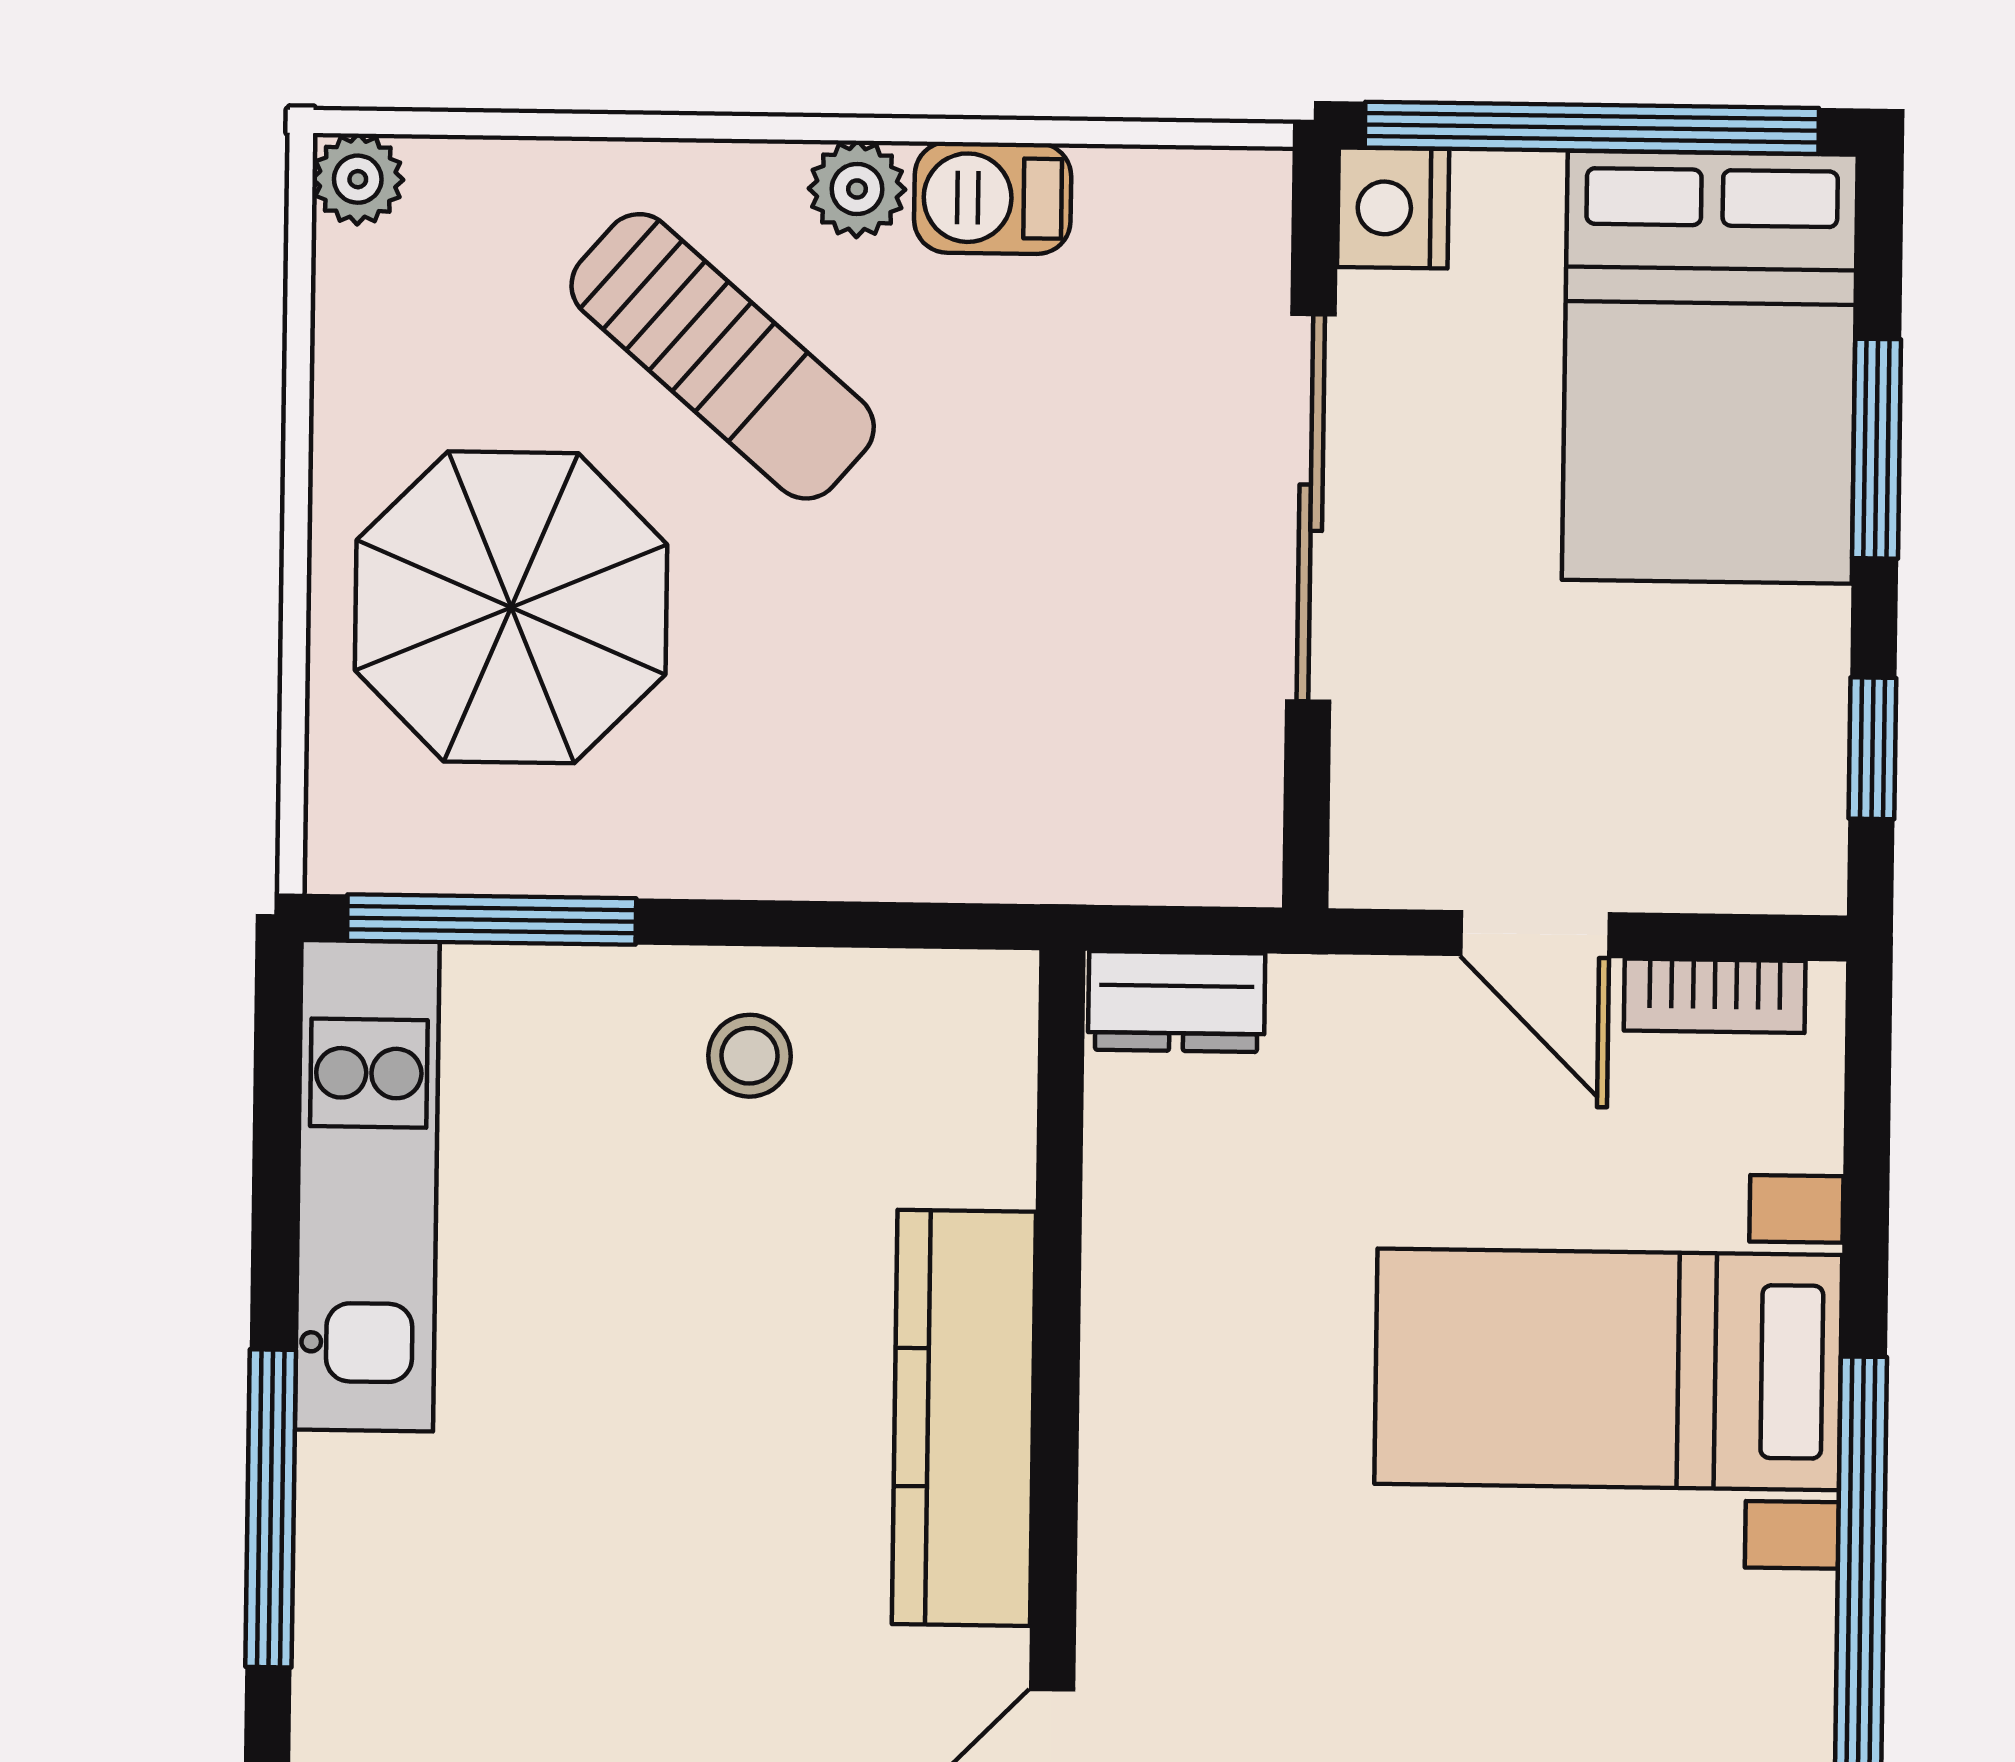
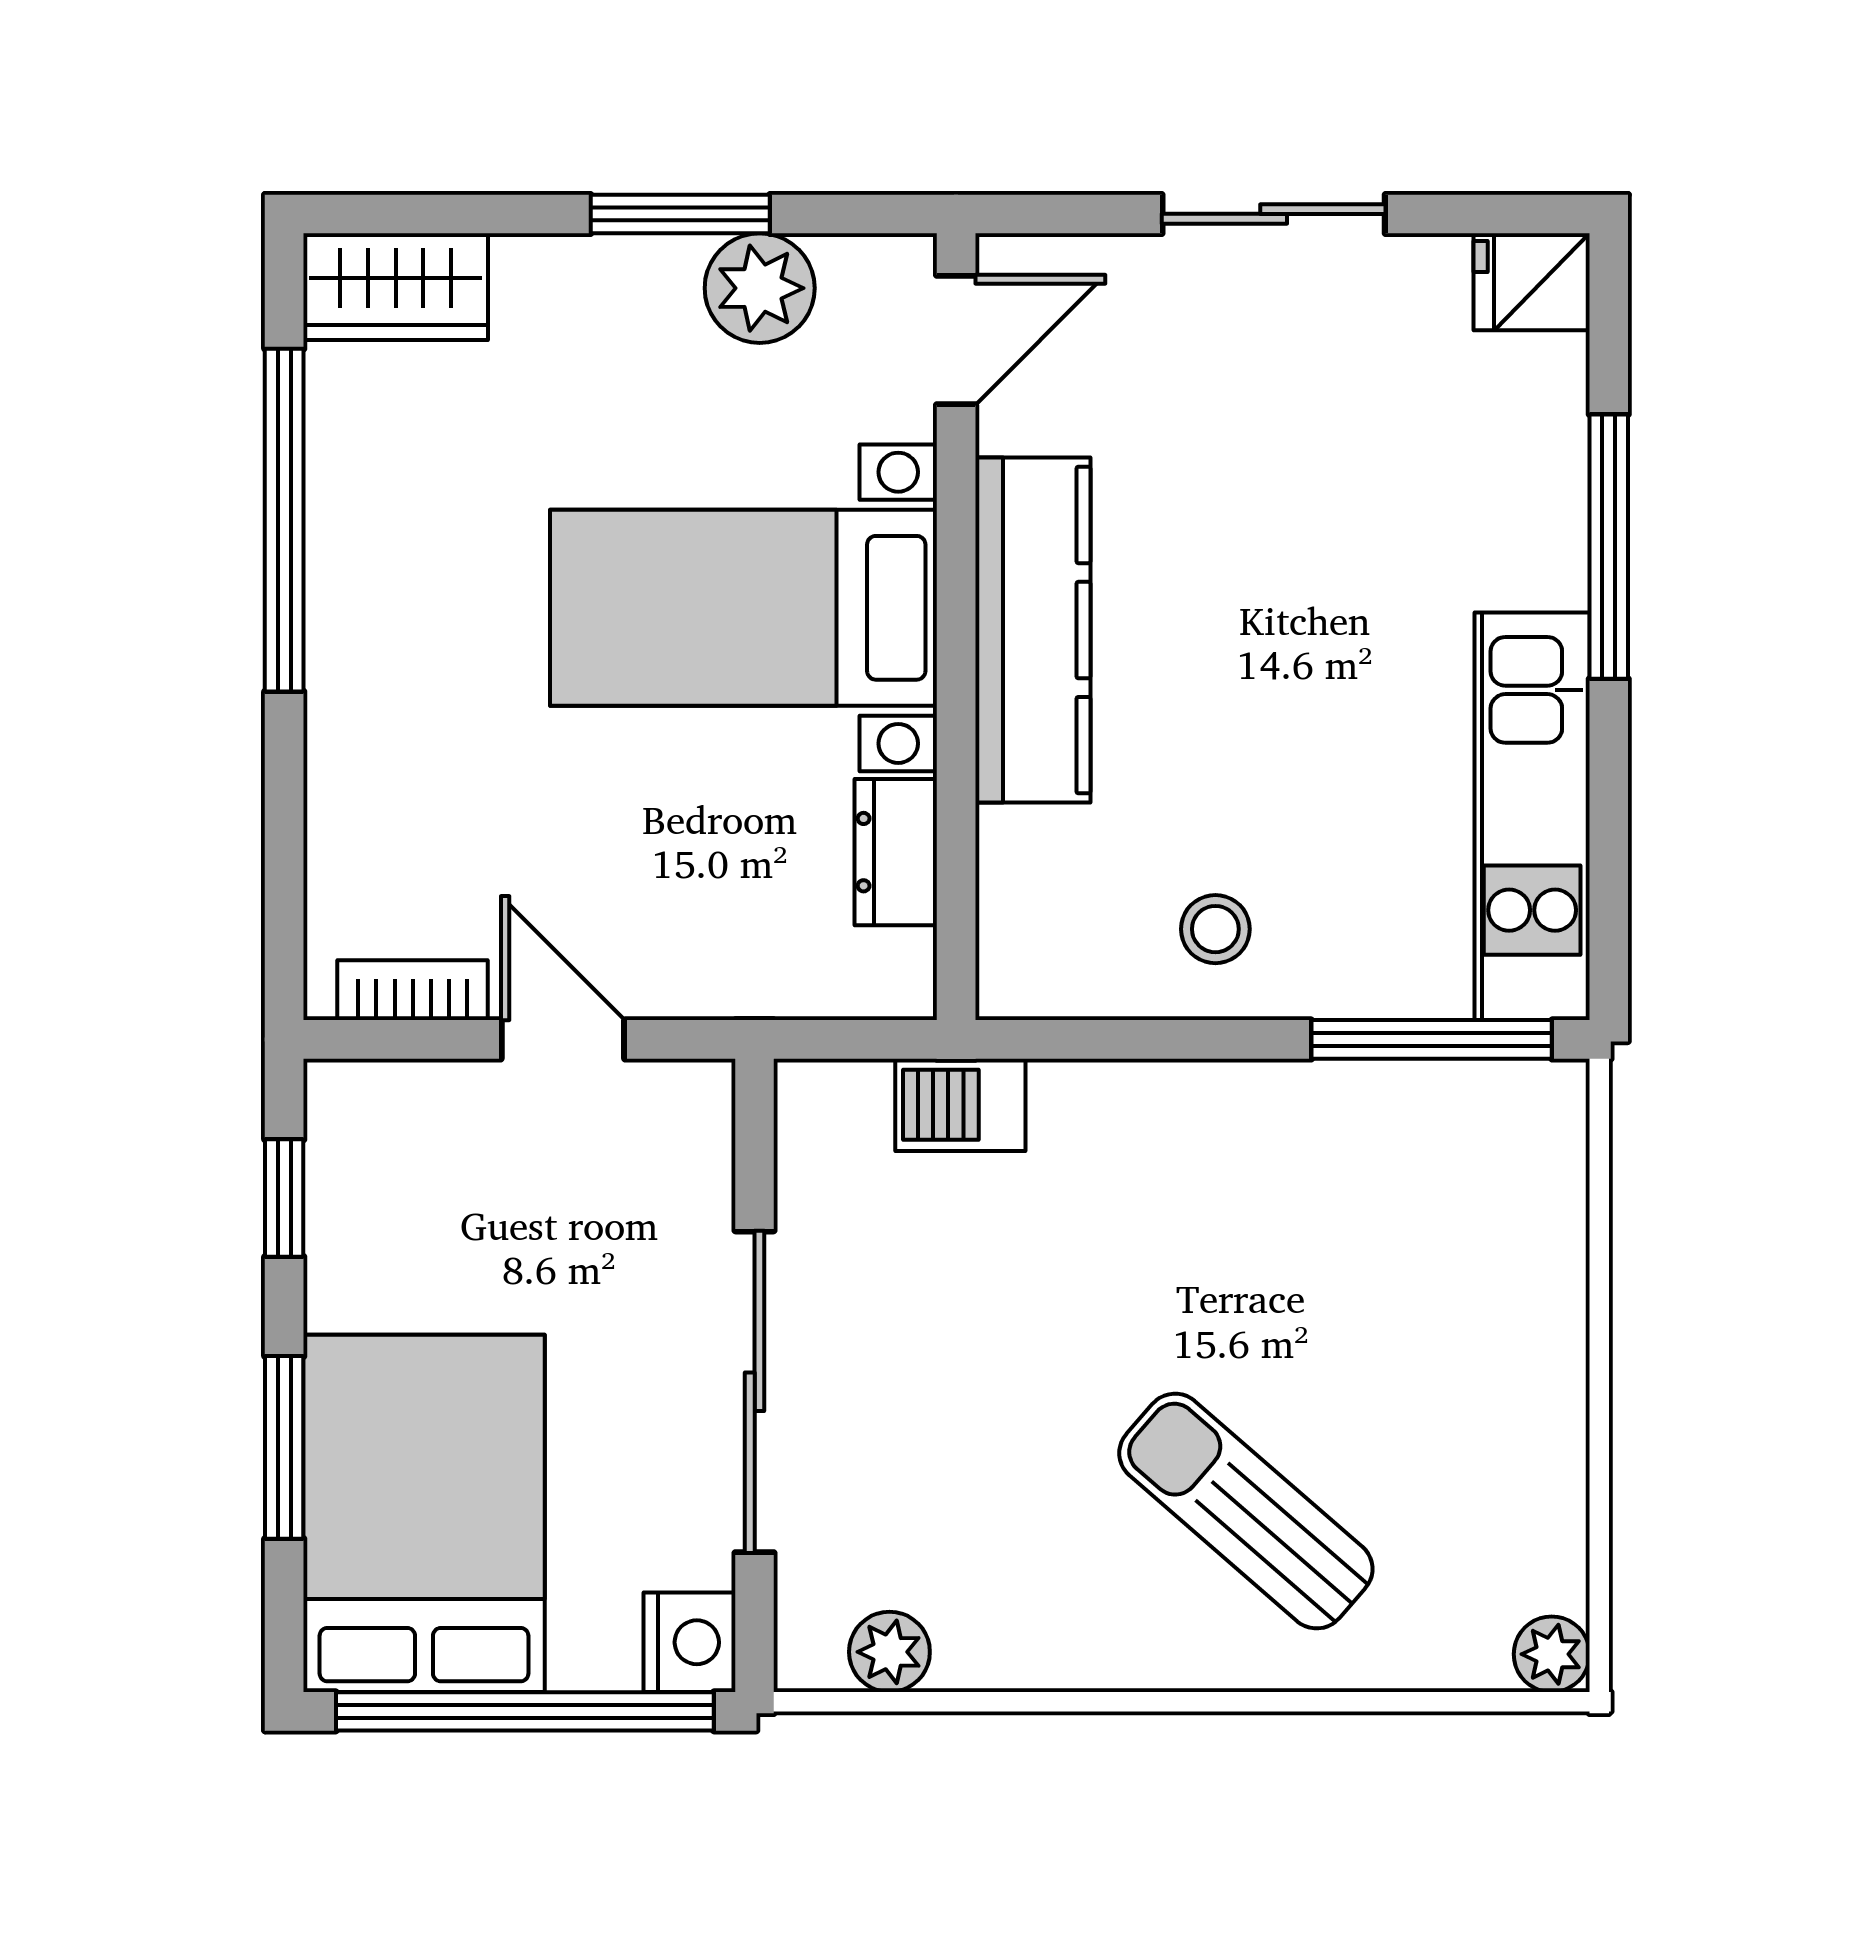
plant: (857, 189) -> (889, 1652), moved
barbecue: (993, 198) -> (960, 1105), moved, turned 180
parasol: (511, 607) -> (1419, 1300), removed
dresser: (1177, 1002) -> (896, 852), moved, turned -90
bed with nightstands: (1608, 1369) -> (743, 608), moved, turned 180

